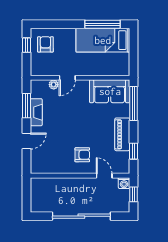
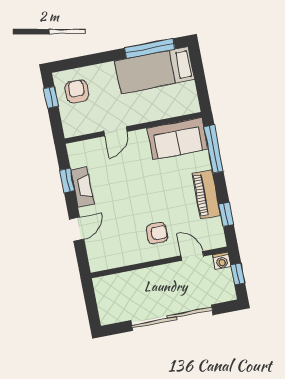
plant: (54, 85) -> (99, 144), removed
window: (27, 106) -> (67, 180), width x0.67

